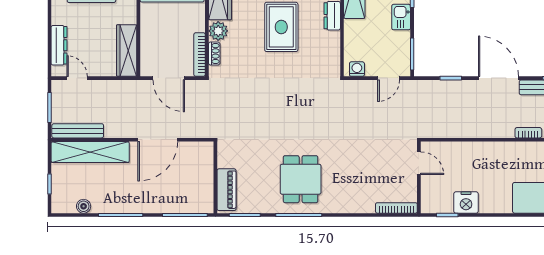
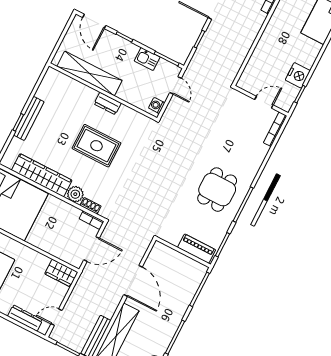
kitchen sink: (401, 17) -> (147, 59), moved
wardrobe: (127, 50) -> (61, 273), width x0.67
bookcase: (200, 55) -> (92, 220), width x0.64
door: (419, 163) -> (264, 102), moved
dining table: (301, 179) -> (217, 190), turned 90

